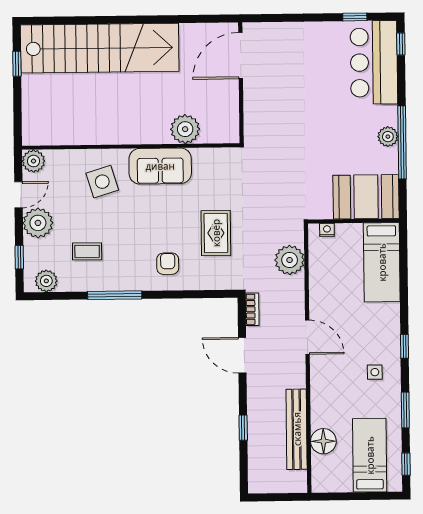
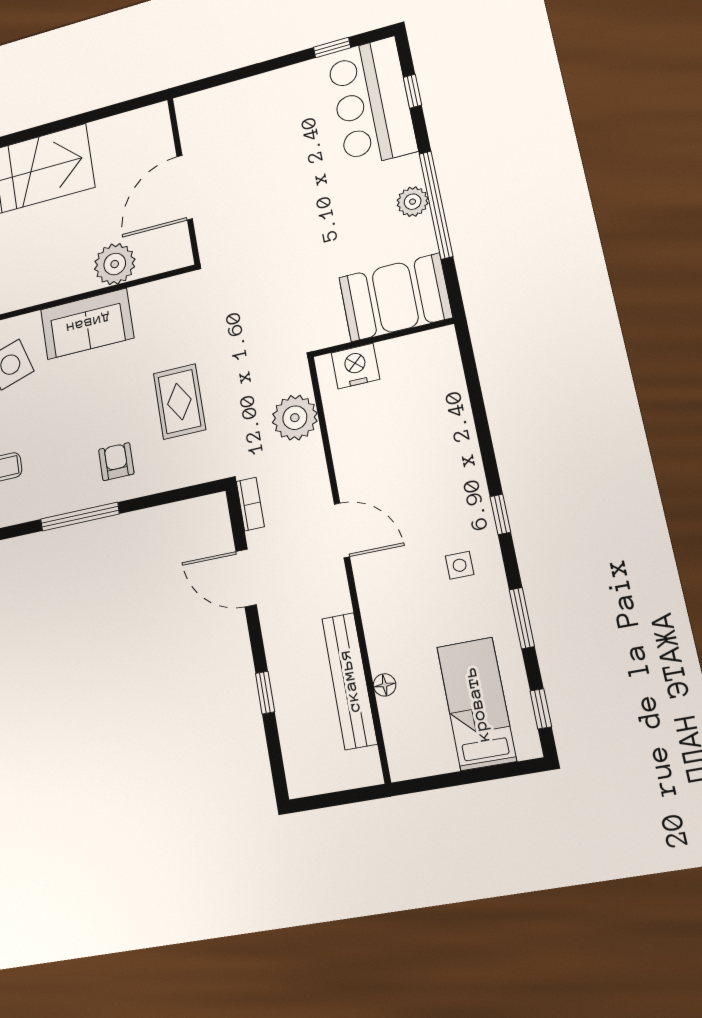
window: (401, 44) -> (412, 91), moved
door: (241, 56) -> (185, 188), moved
nightstand: (327, 230) -> (355, 366), width x1.89, depth x1.79
bed: (382, 262) -> (438, 390), removed
window: (115, 295) -> (80, 517), moved
floor lamp: (323, 441) -> (385, 685), width x0.53, depth x0.53

